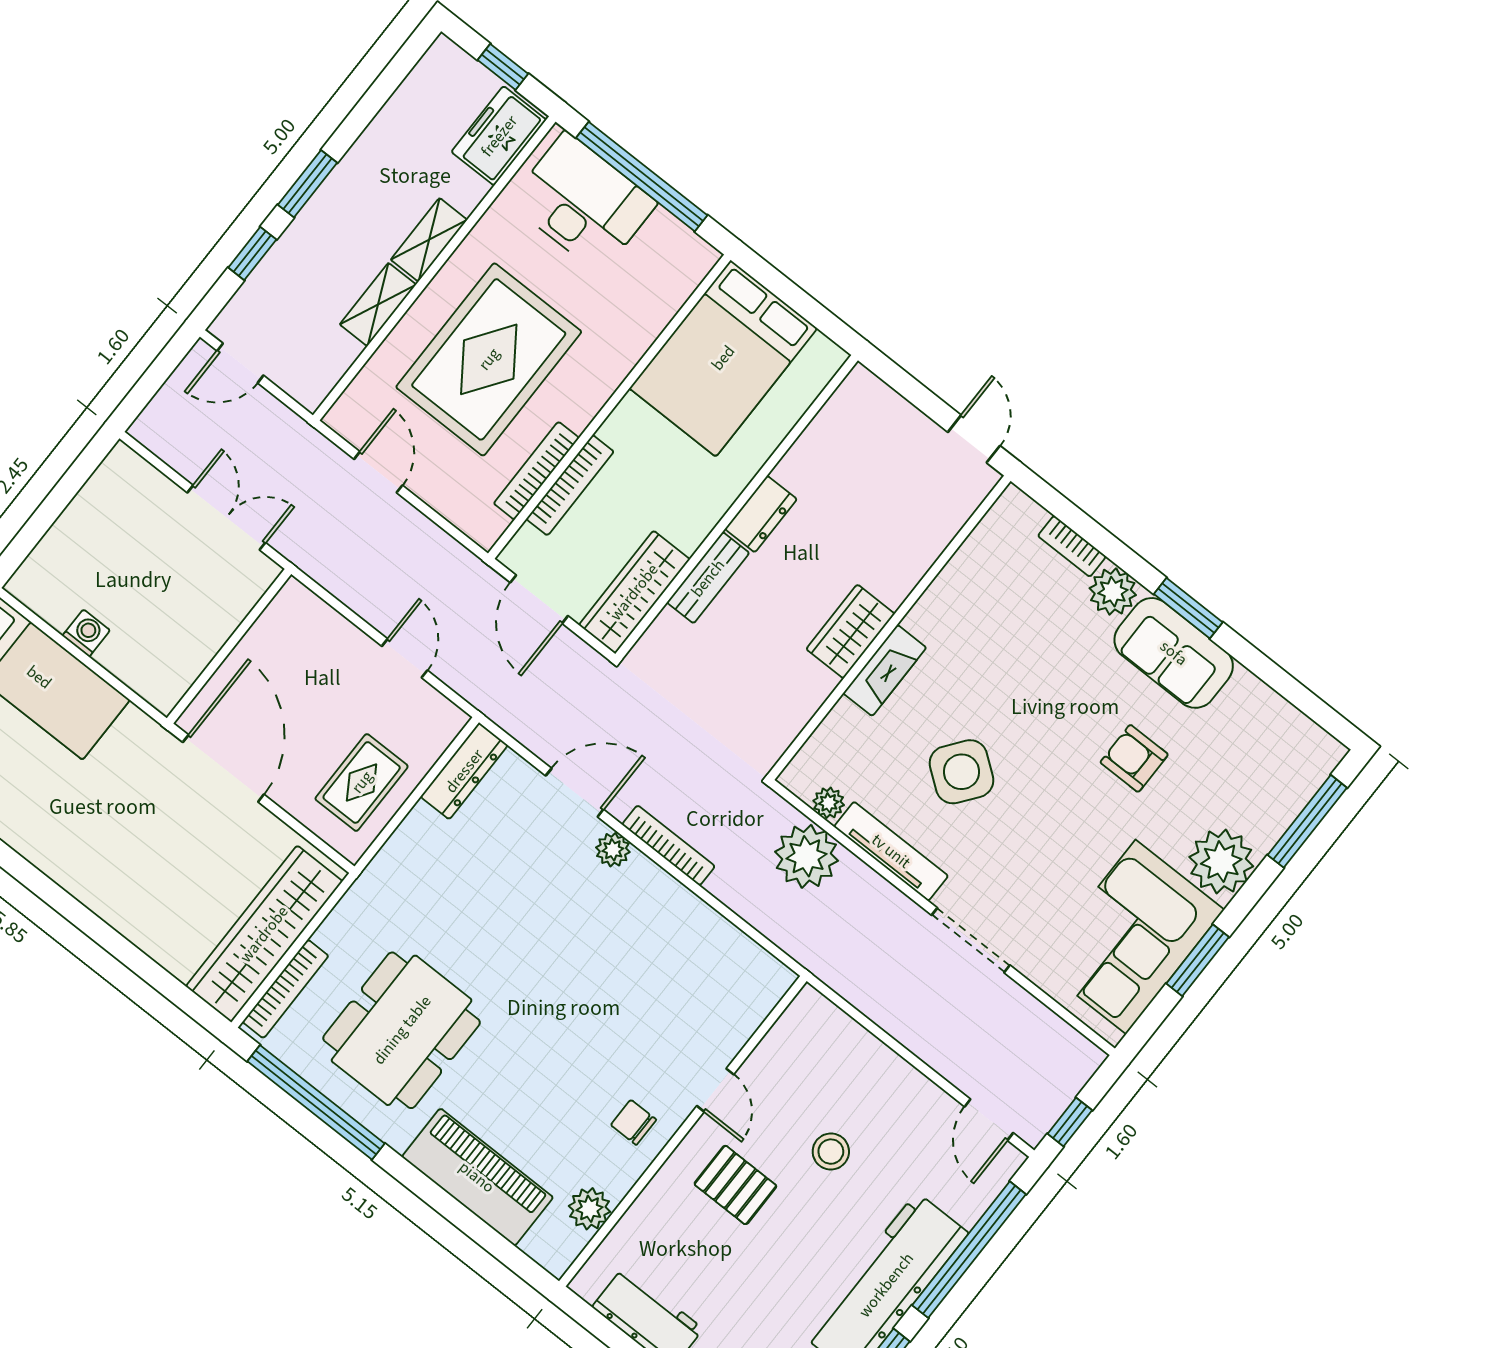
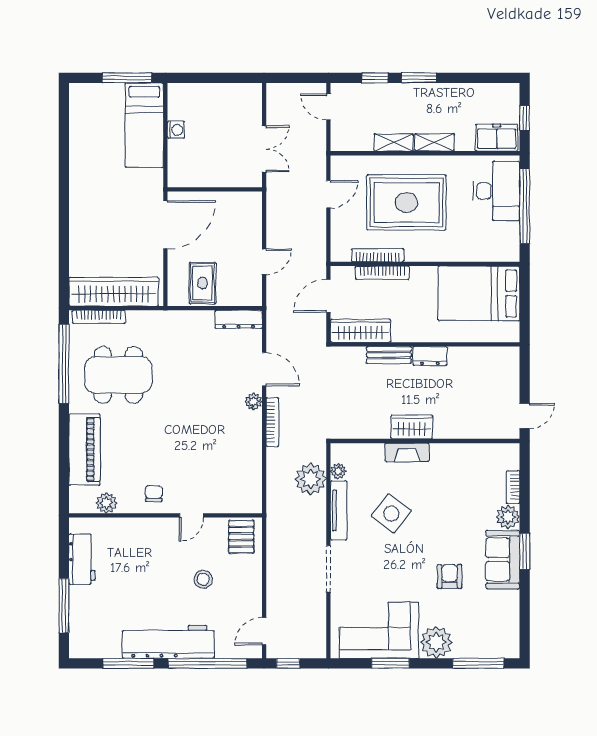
rug: (362, 782) -> (202, 283), turned 90
pallet: (735, 1185) -> (241, 537), moved

